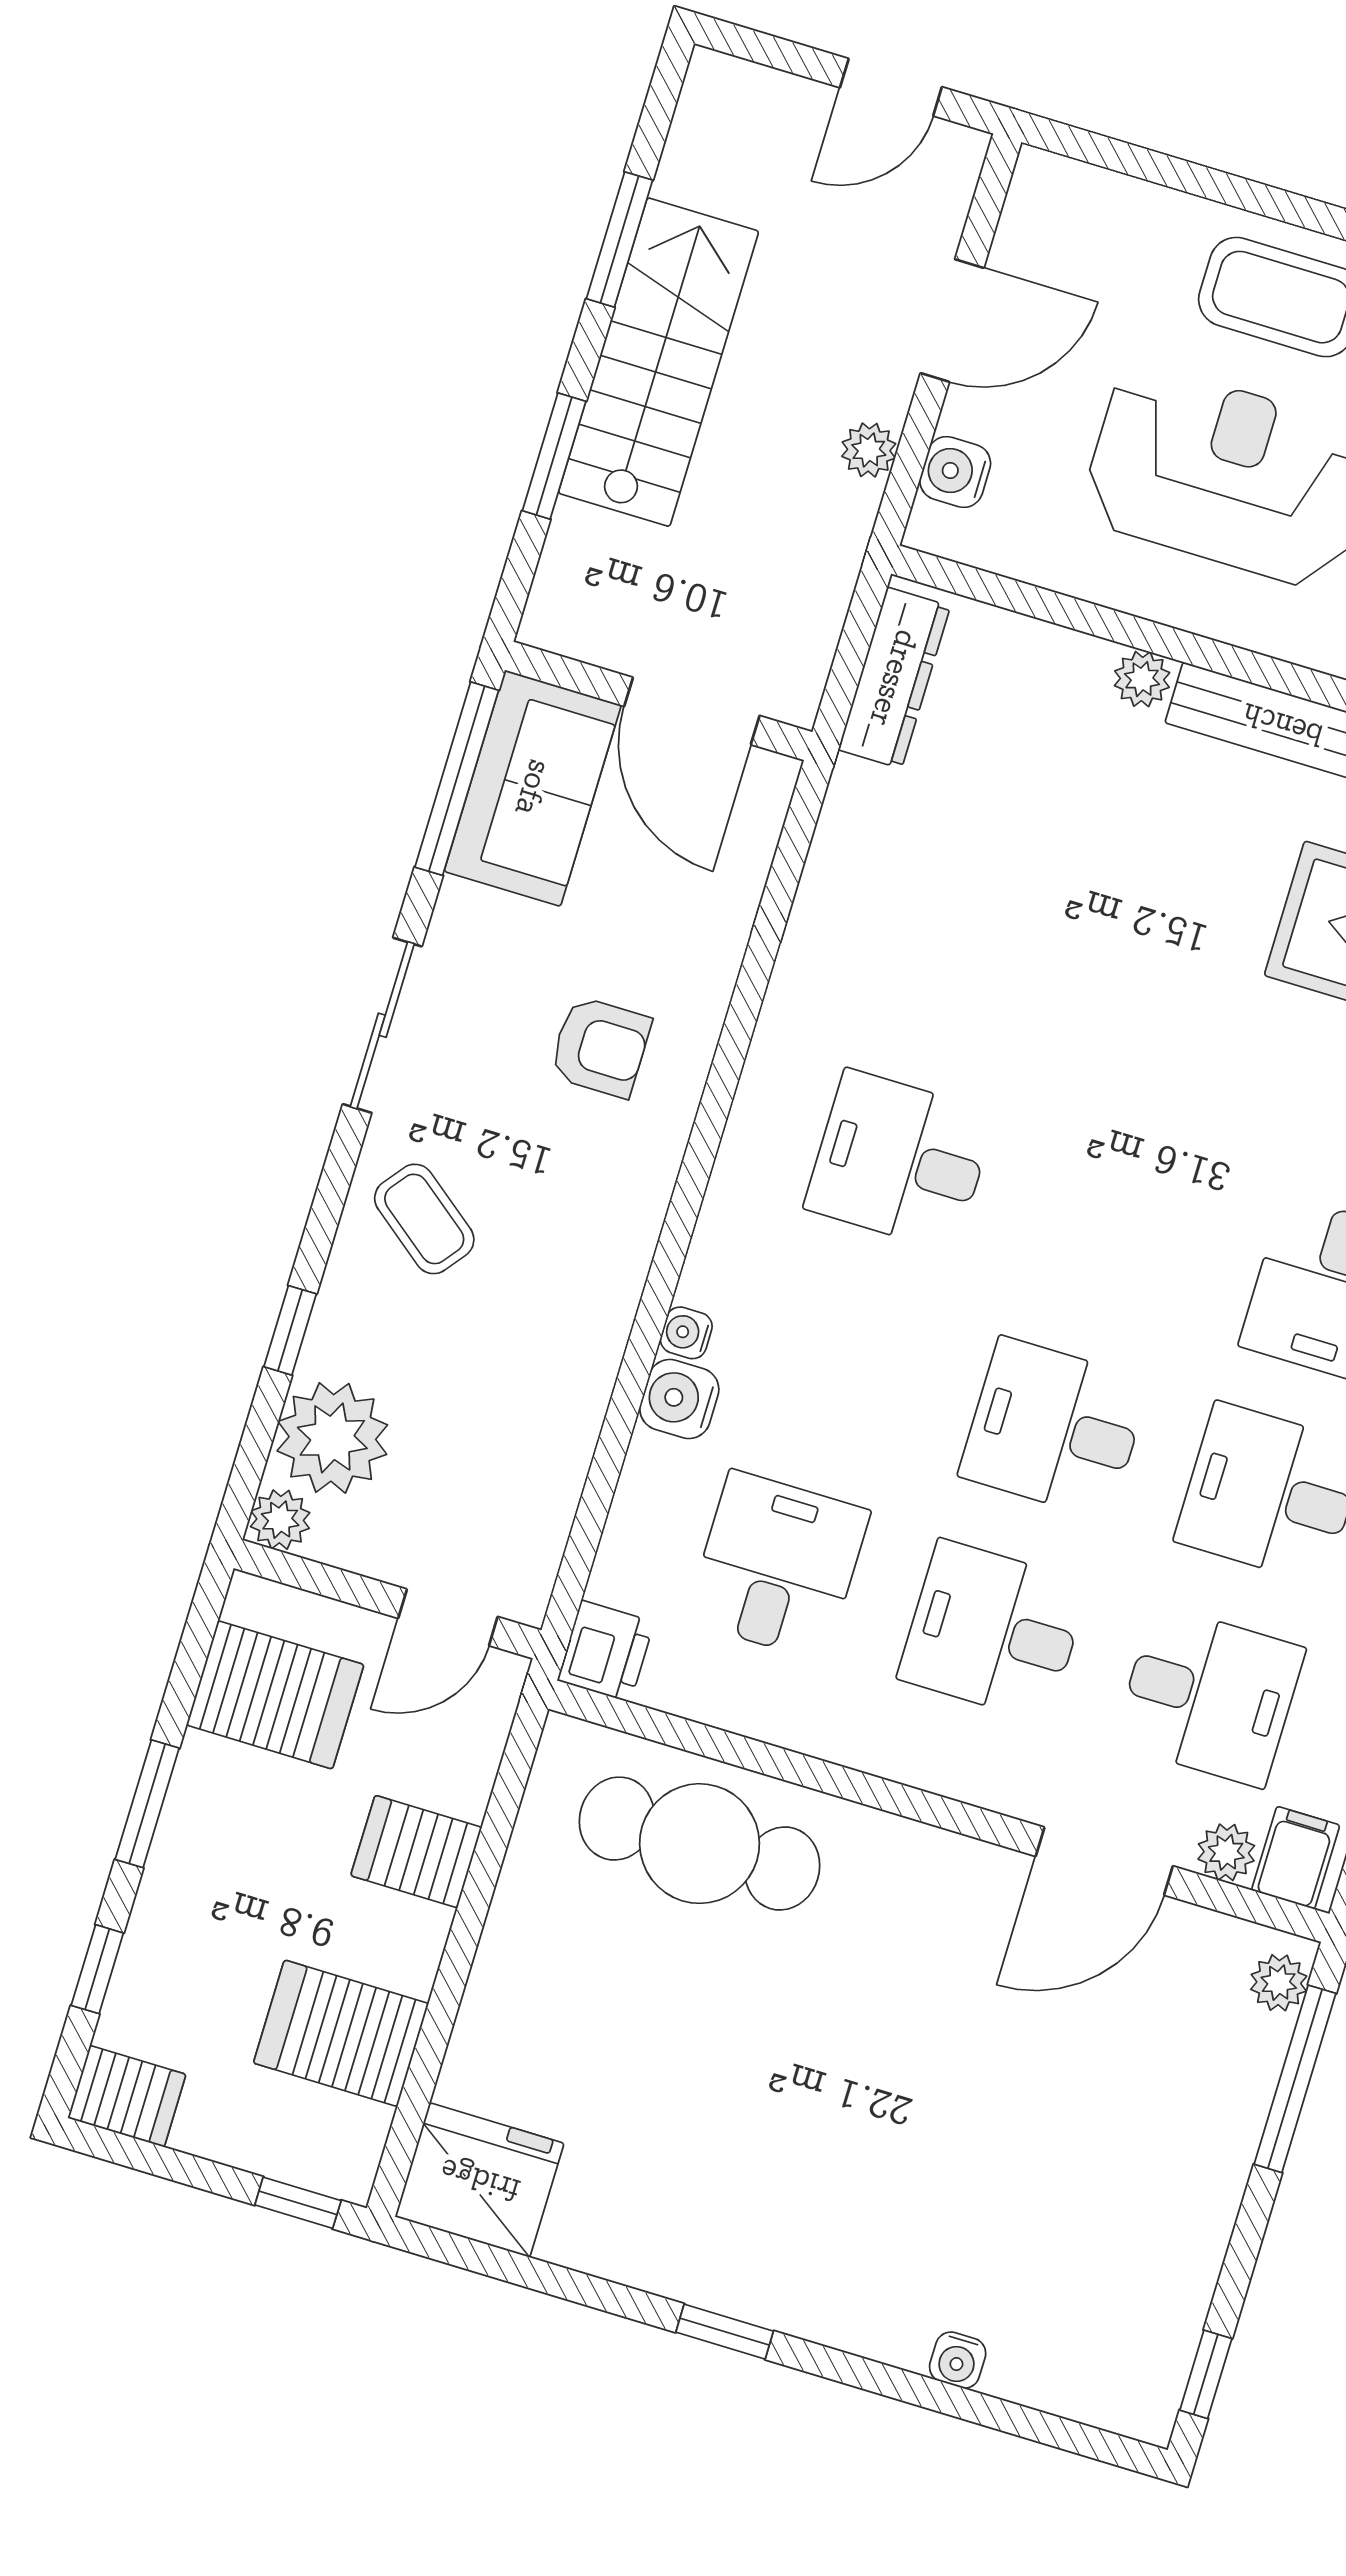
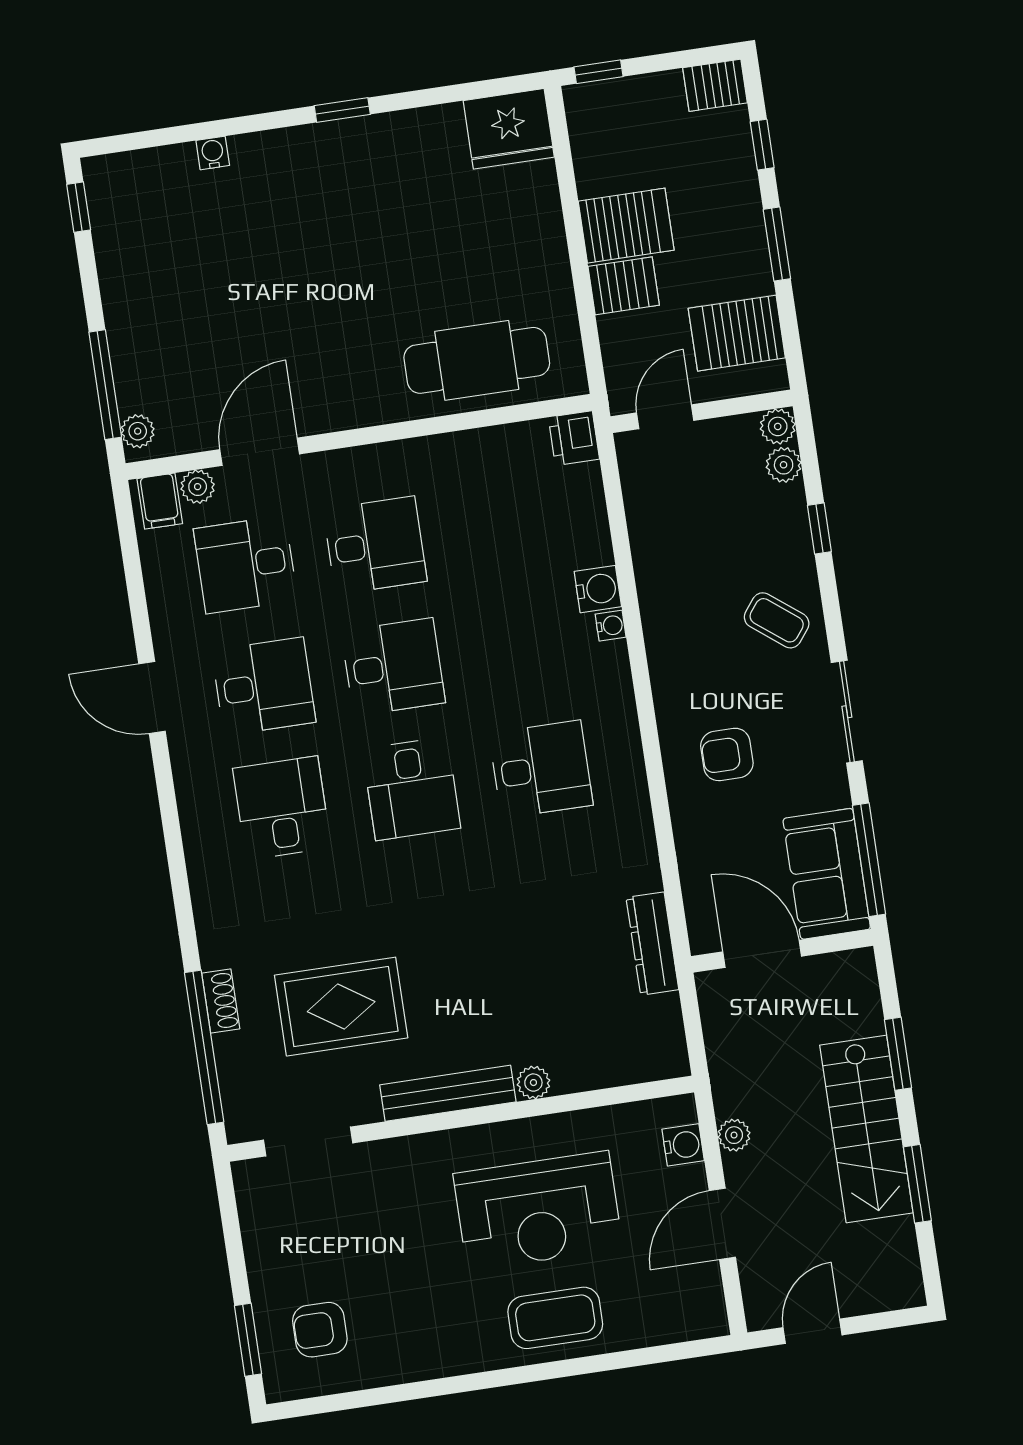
dresser: (894, 678) -> (652, 944), moved
plant: (332, 1438) -> (784, 465), width x0.53, depth x0.53
desk: (778, 1566) -> (411, 789), moved
server rack: (341, 2033) -> (626, 226), moved

